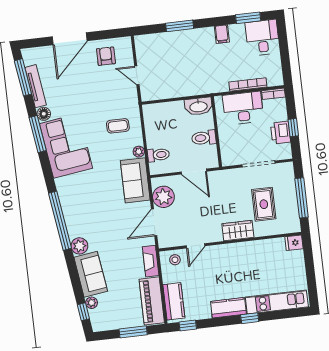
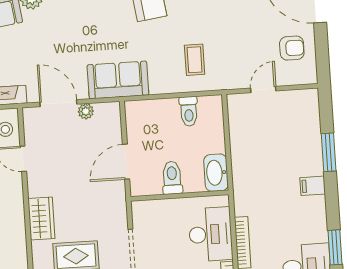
filing cabinet: (222, 34) -> (313, 186), moved
plant: (139, 152) -> (158, 87), removed
toilet: (158, 155) -> (189, 111), moved
plant: (163, 197) -> (86, 111), width x0.53, depth x0.53

